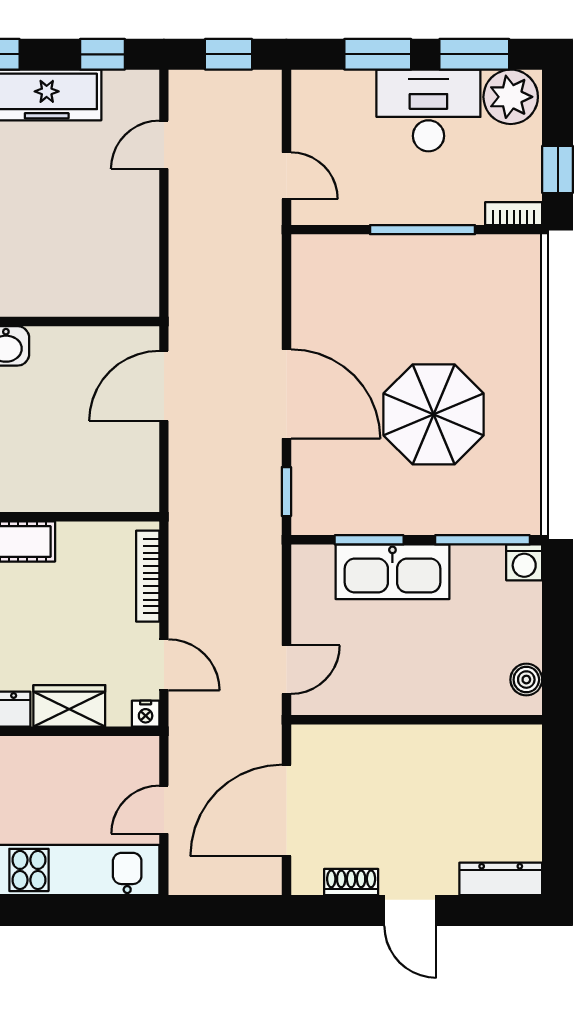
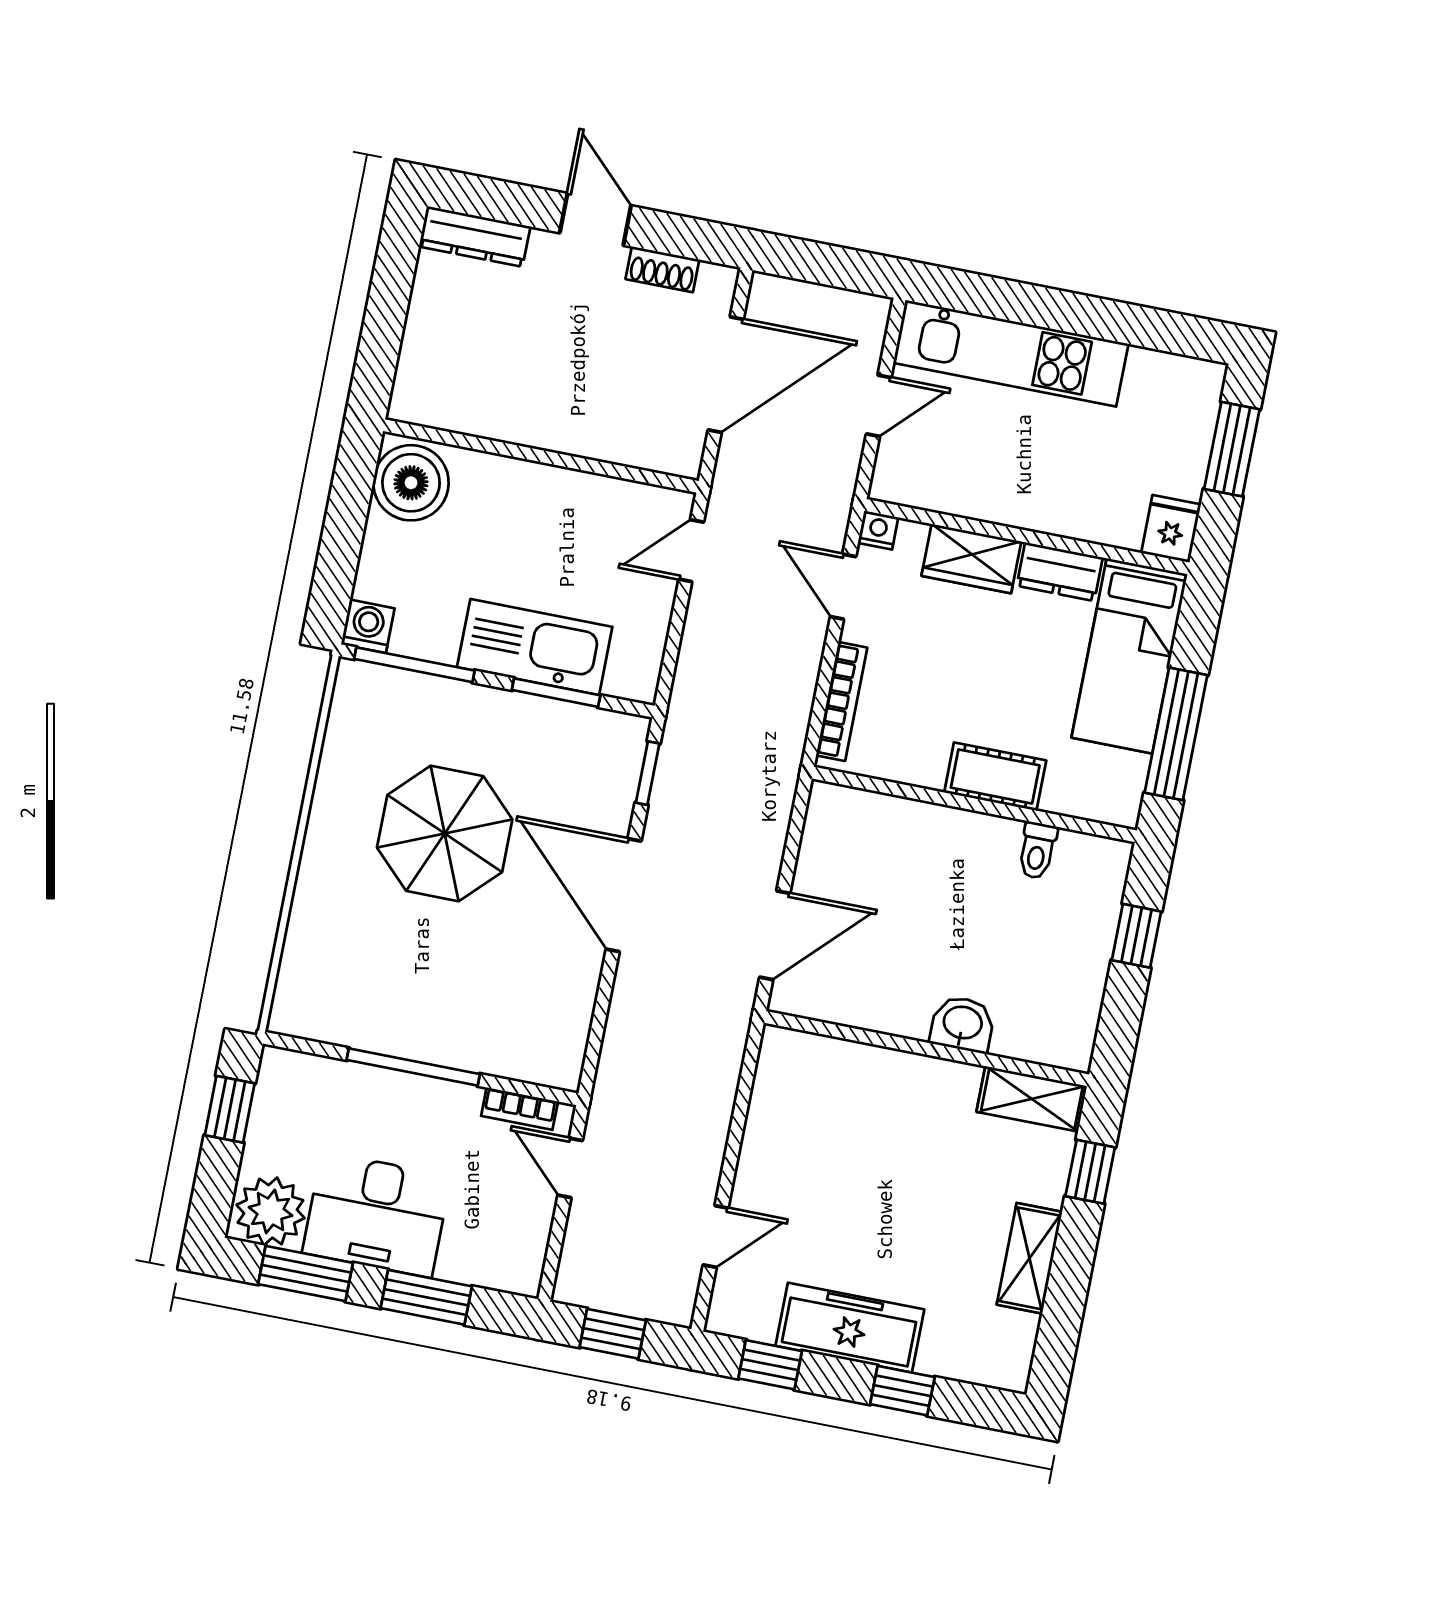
bookcase: (514, 214) -> (520, 1109), moved
boiler: (526, 680) -> (411, 483), width x1.86, depth x1.86

